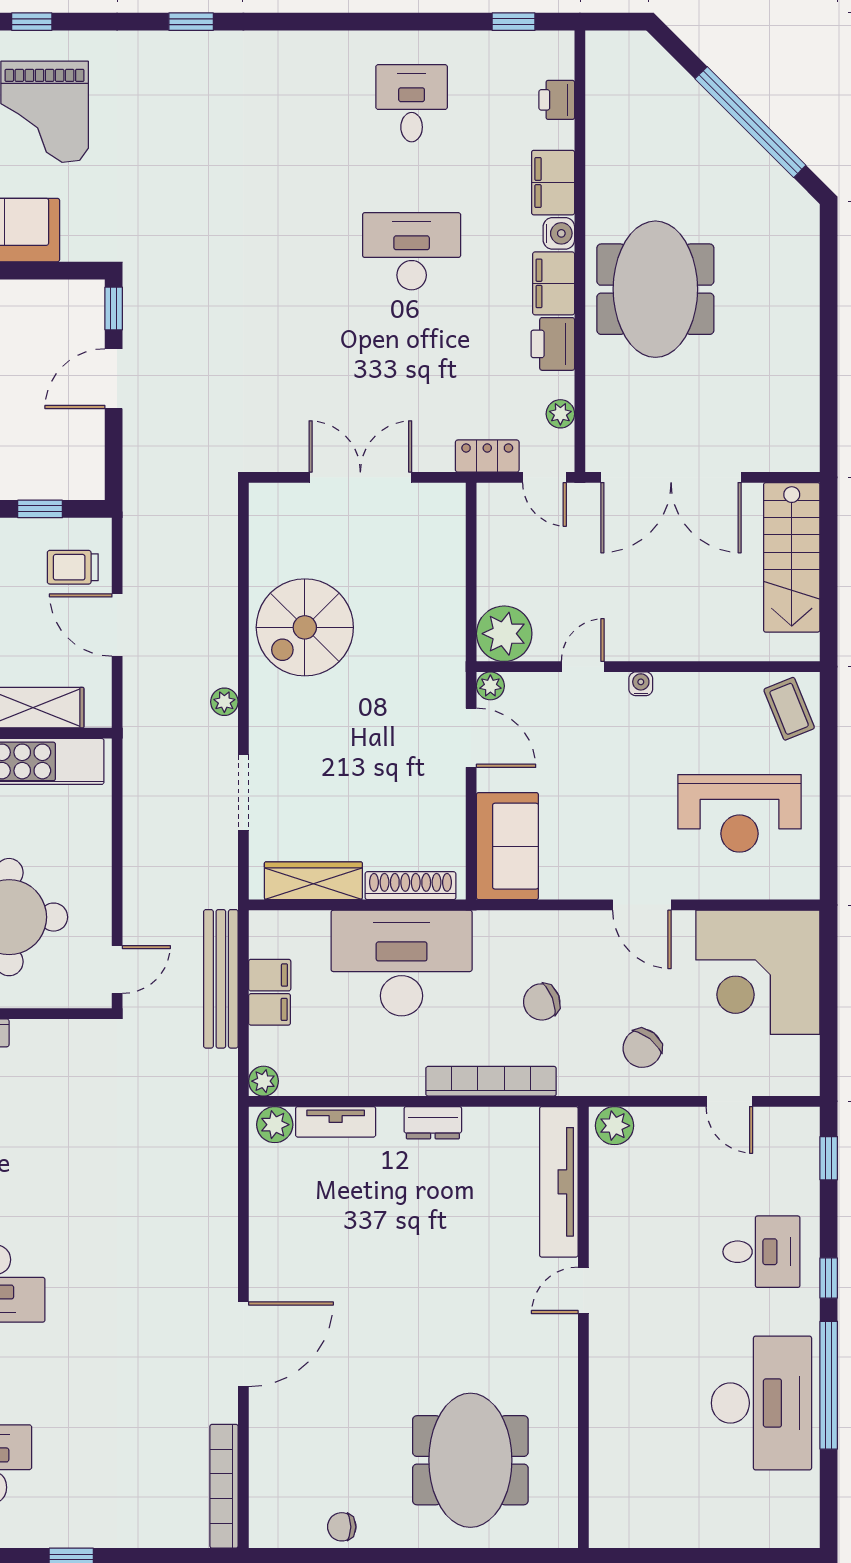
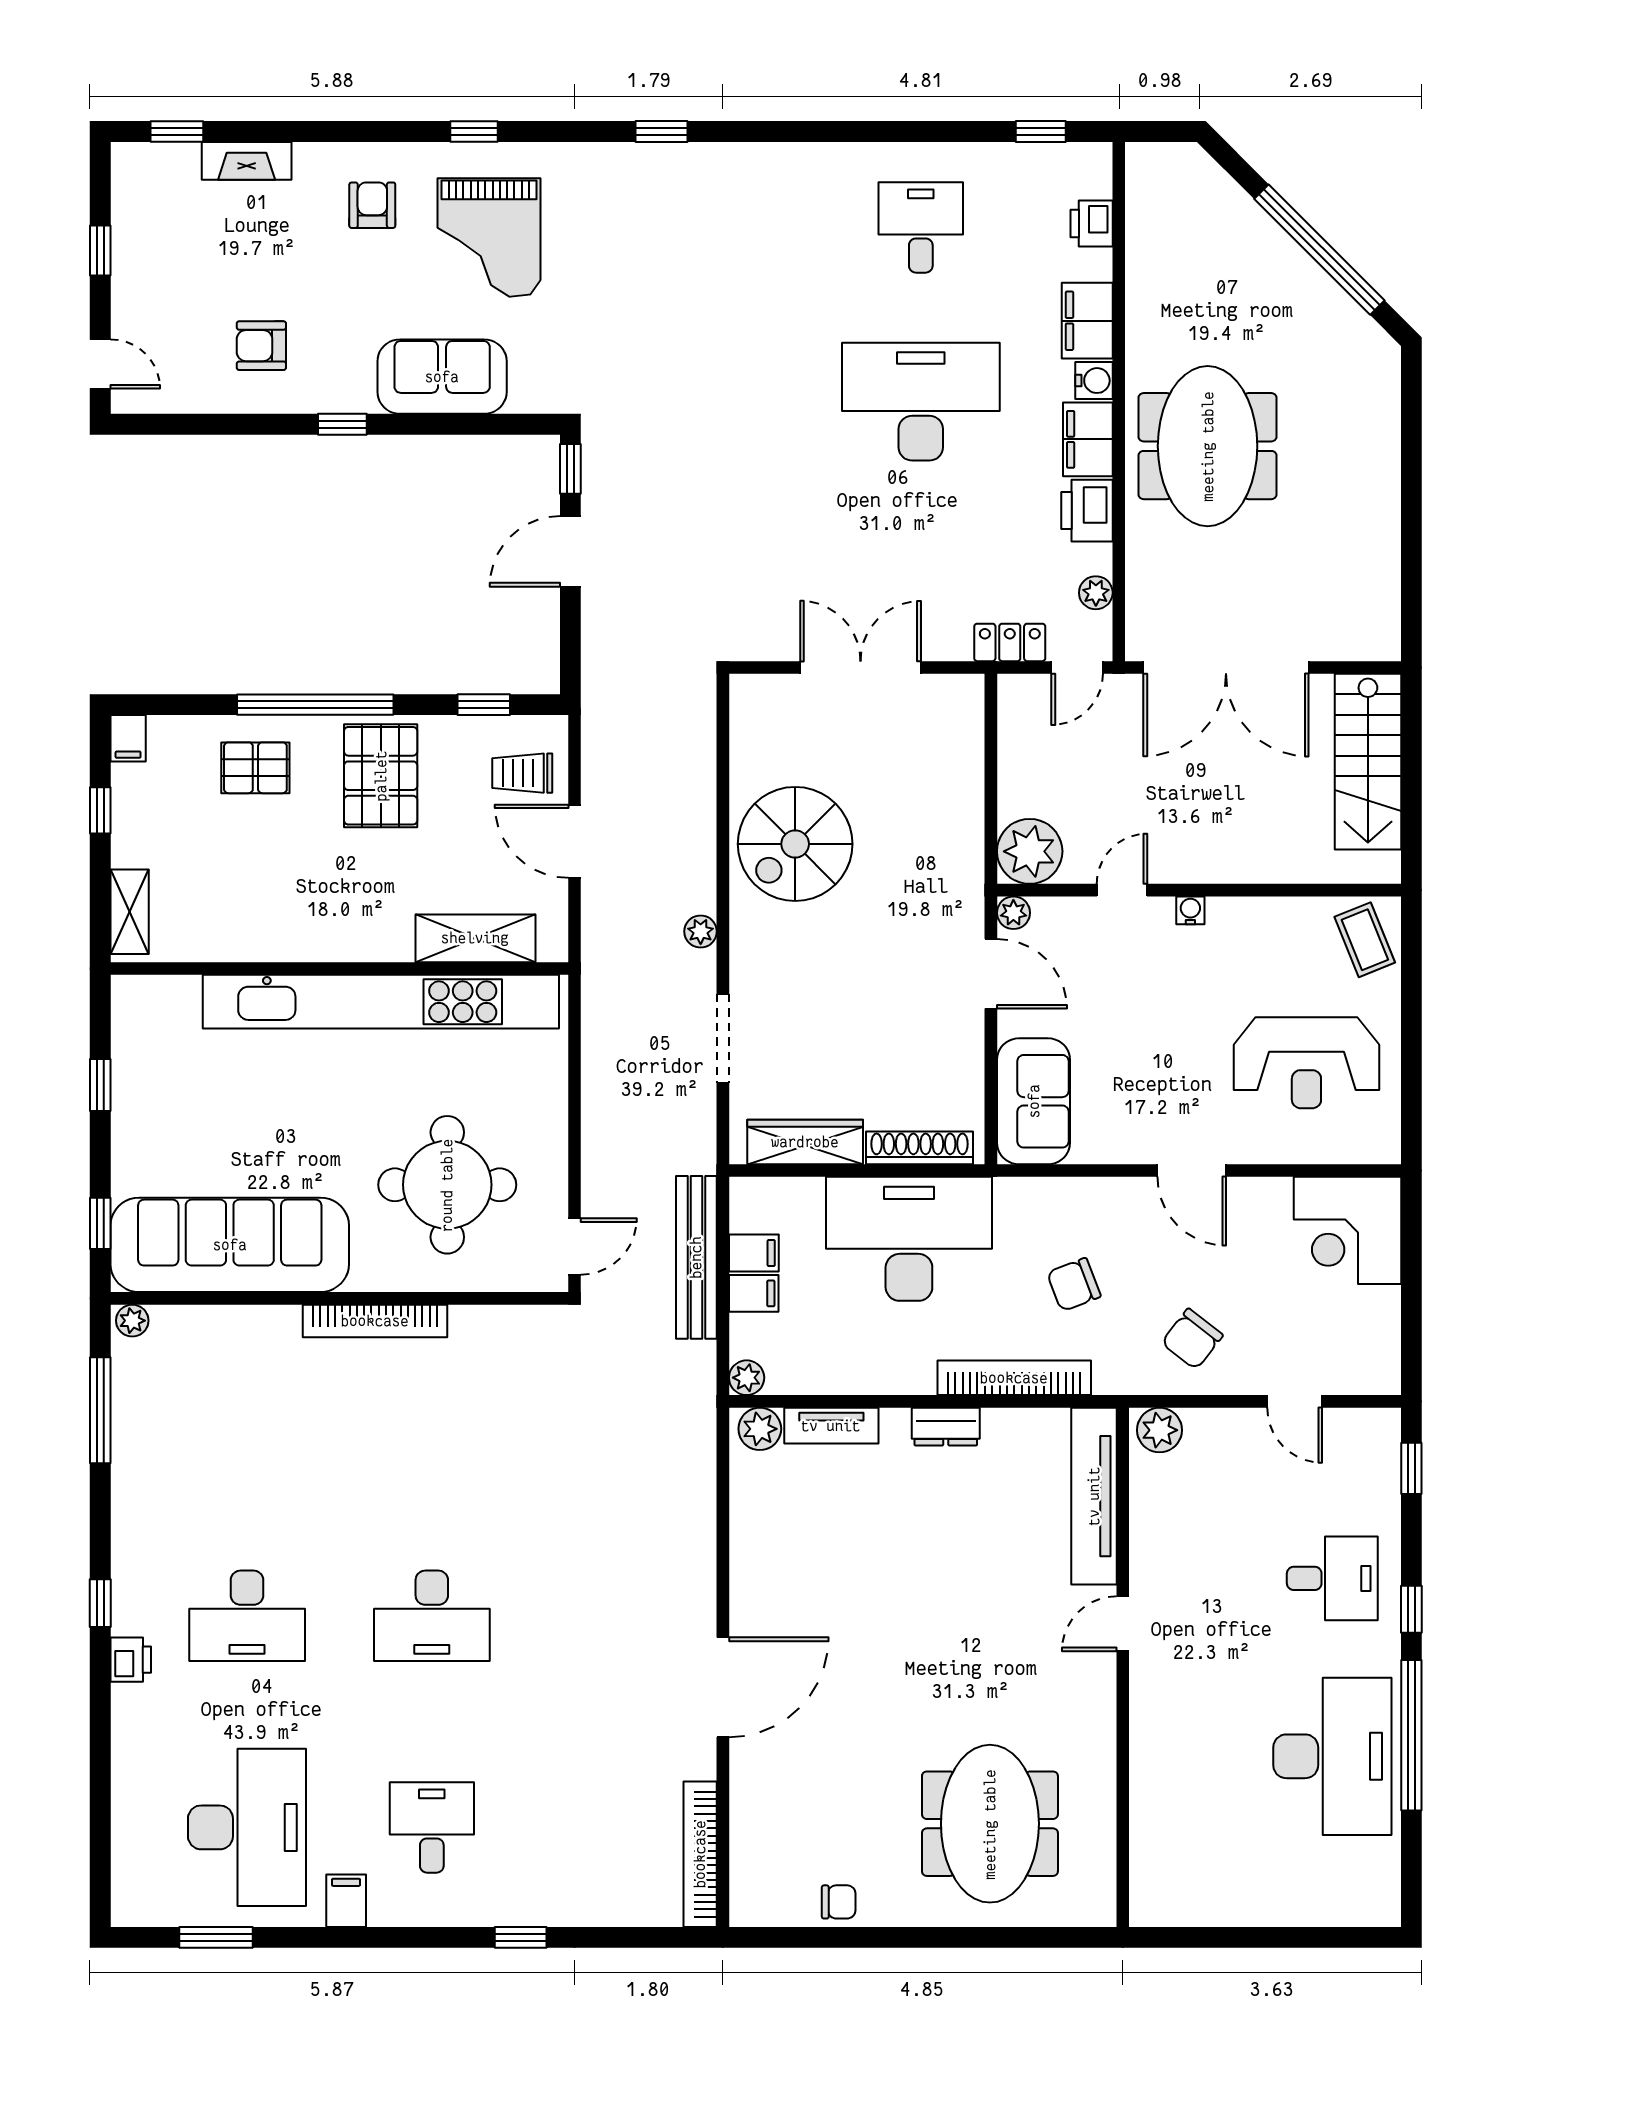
desk: (412, 251) -> (921, 402), width x1.36, depth x1.30
door: (544, 477) -> (1077, 668), hinge flipped
corner desk: (758, 972) -> (1347, 1230), width x0.74, depth x0.74
chair: (342, 1527) -> (839, 1902), turned 180

